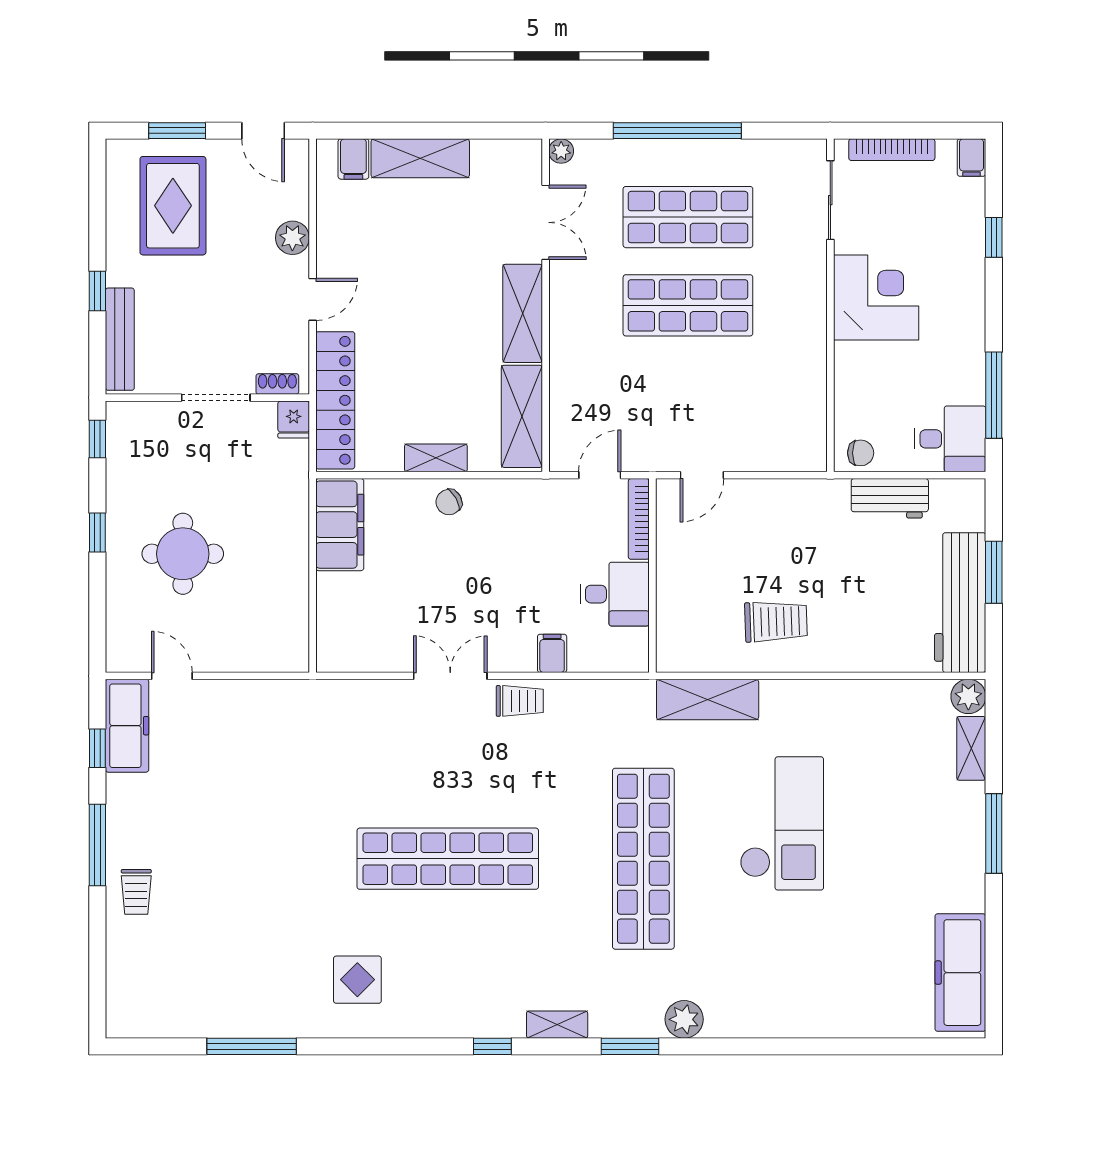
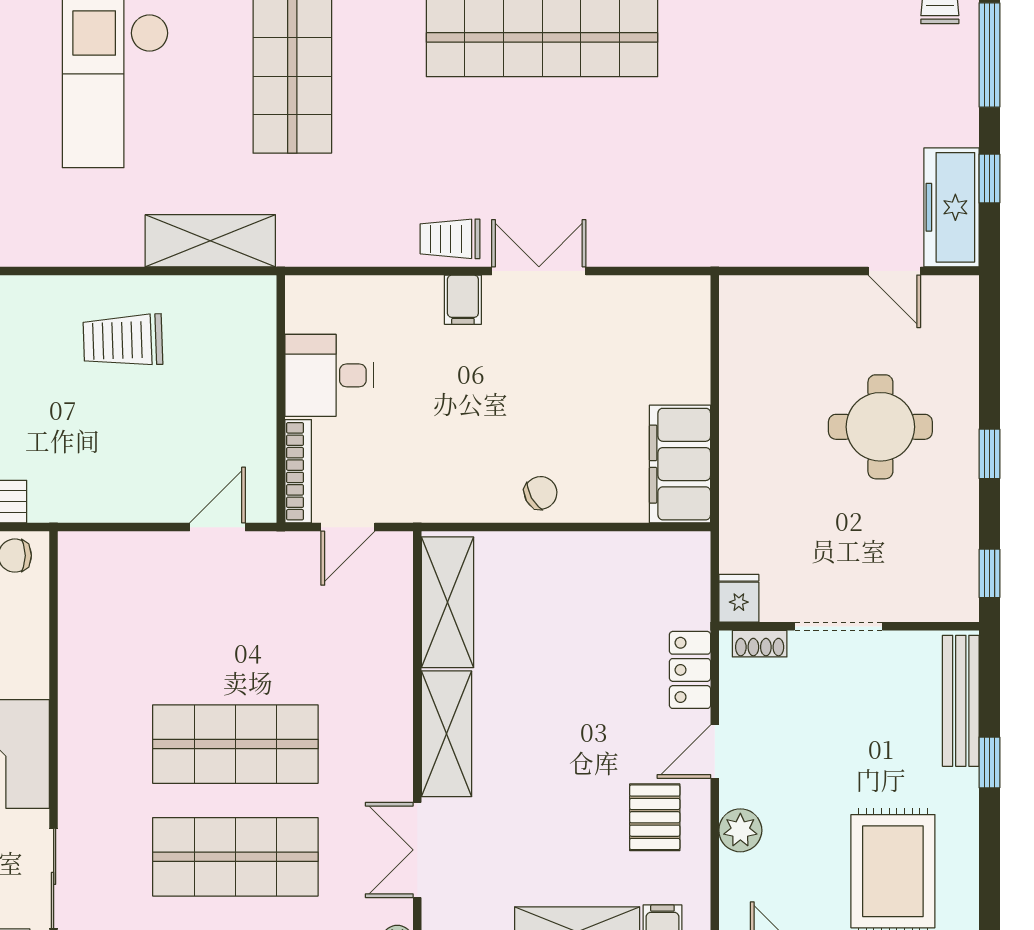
pallet: (360, 248) -> (655, 817), added
locker: (335, 400) -> (690, 670), width x0.46, depth x0.83
shelving: (436, 458) -> (557, 549), removed
filing cabinet: (552, 653) -> (463, 300), moved
double door: (450, 676) -> (539, 271), swing flipped

